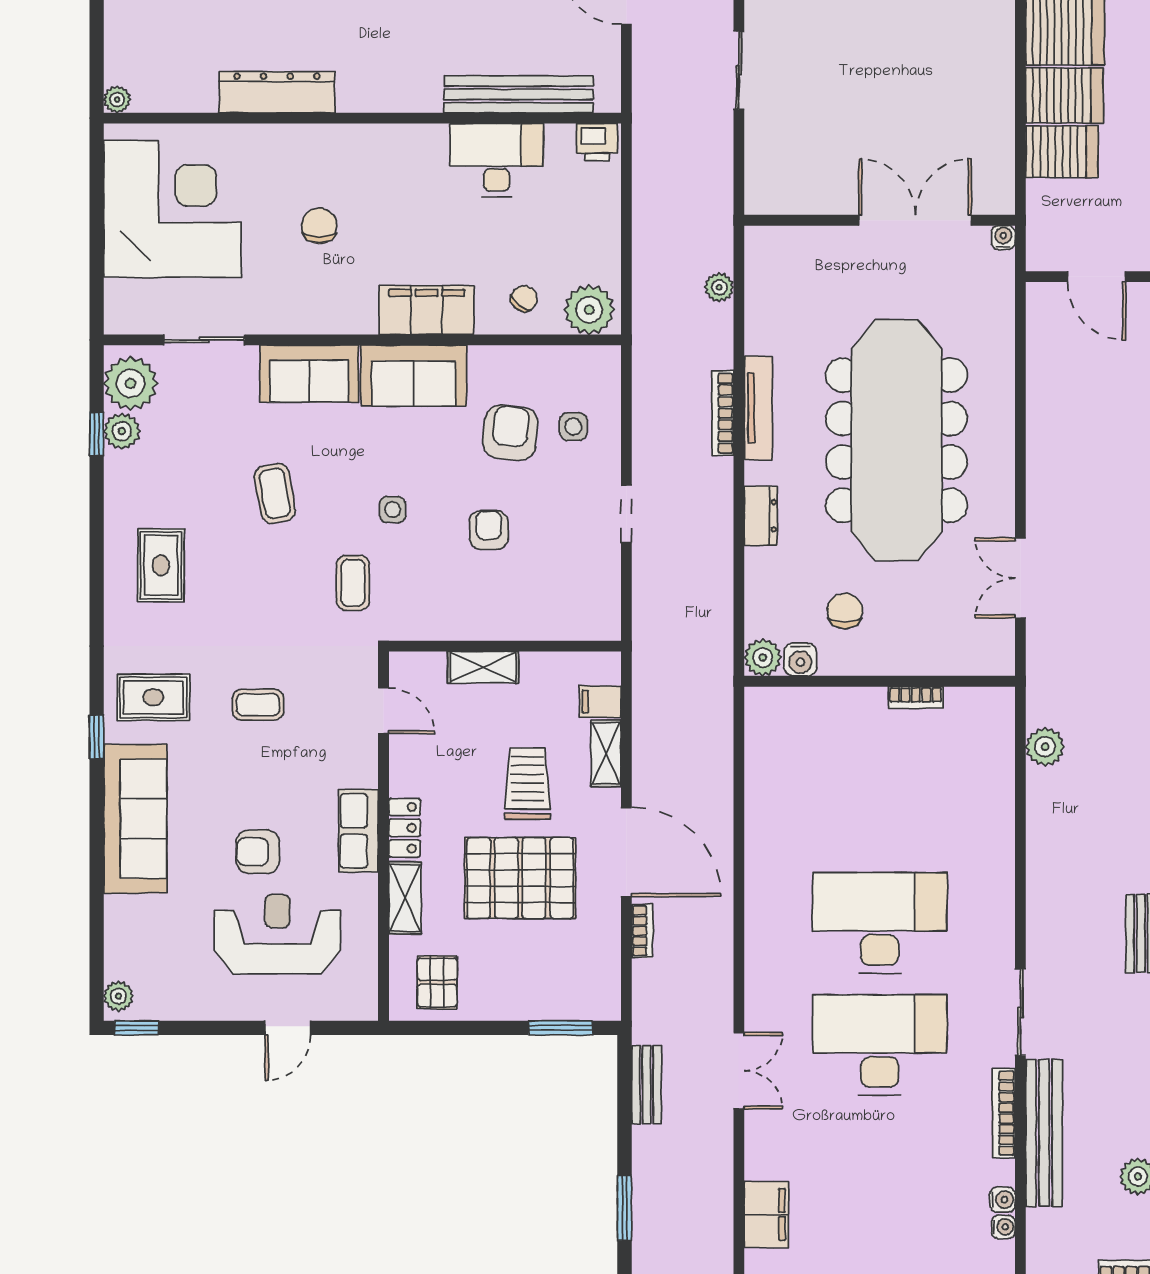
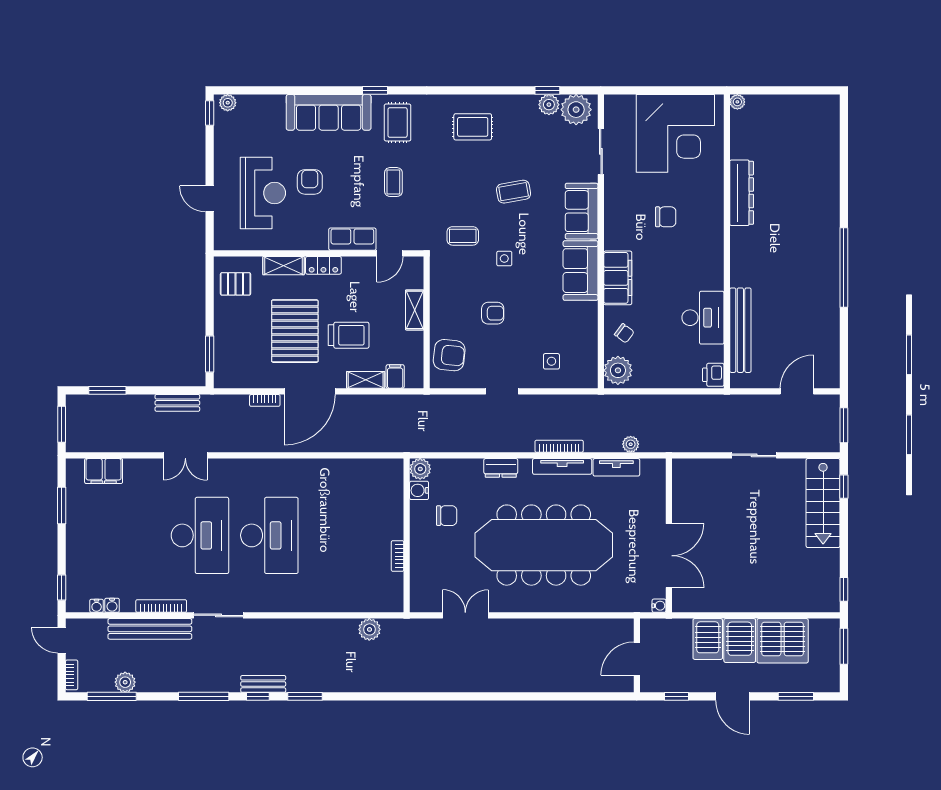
tv unit: (760, 312) -> (616, 467), added
armchair: (510, 433) -> (449, 355), moved
row of seats: (358, 831) -> (352, 239), moved

